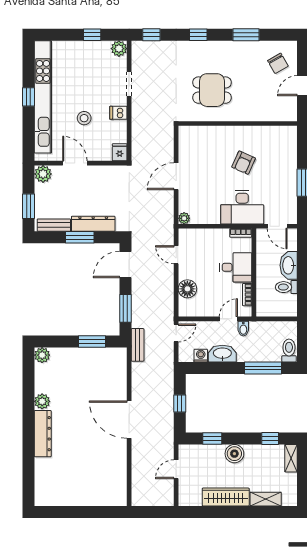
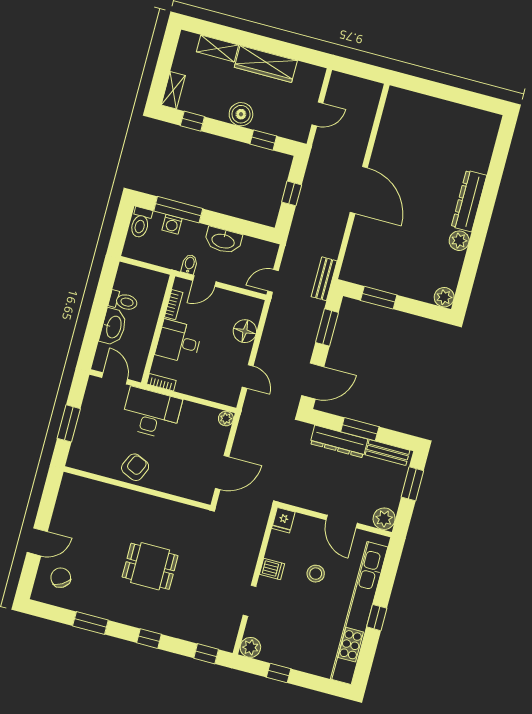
wall: (238, 124) -> (137, 488), moved
washing machine: (201, 356) -> (172, 224), moved

